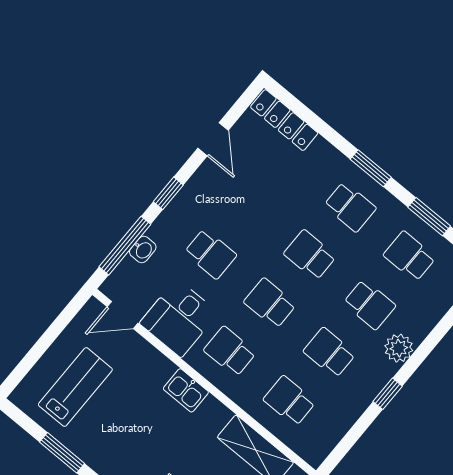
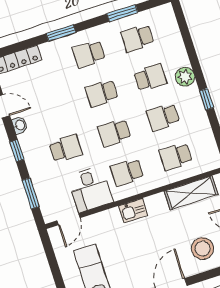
window: (371, 168) -> (61, 33), moved
school desk: (350, 207) -> (89, 54), turned 180
window: (125, 246) -> (31, 193), width x0.69
washbasin: (143, 249) -> (20, 125), moved

